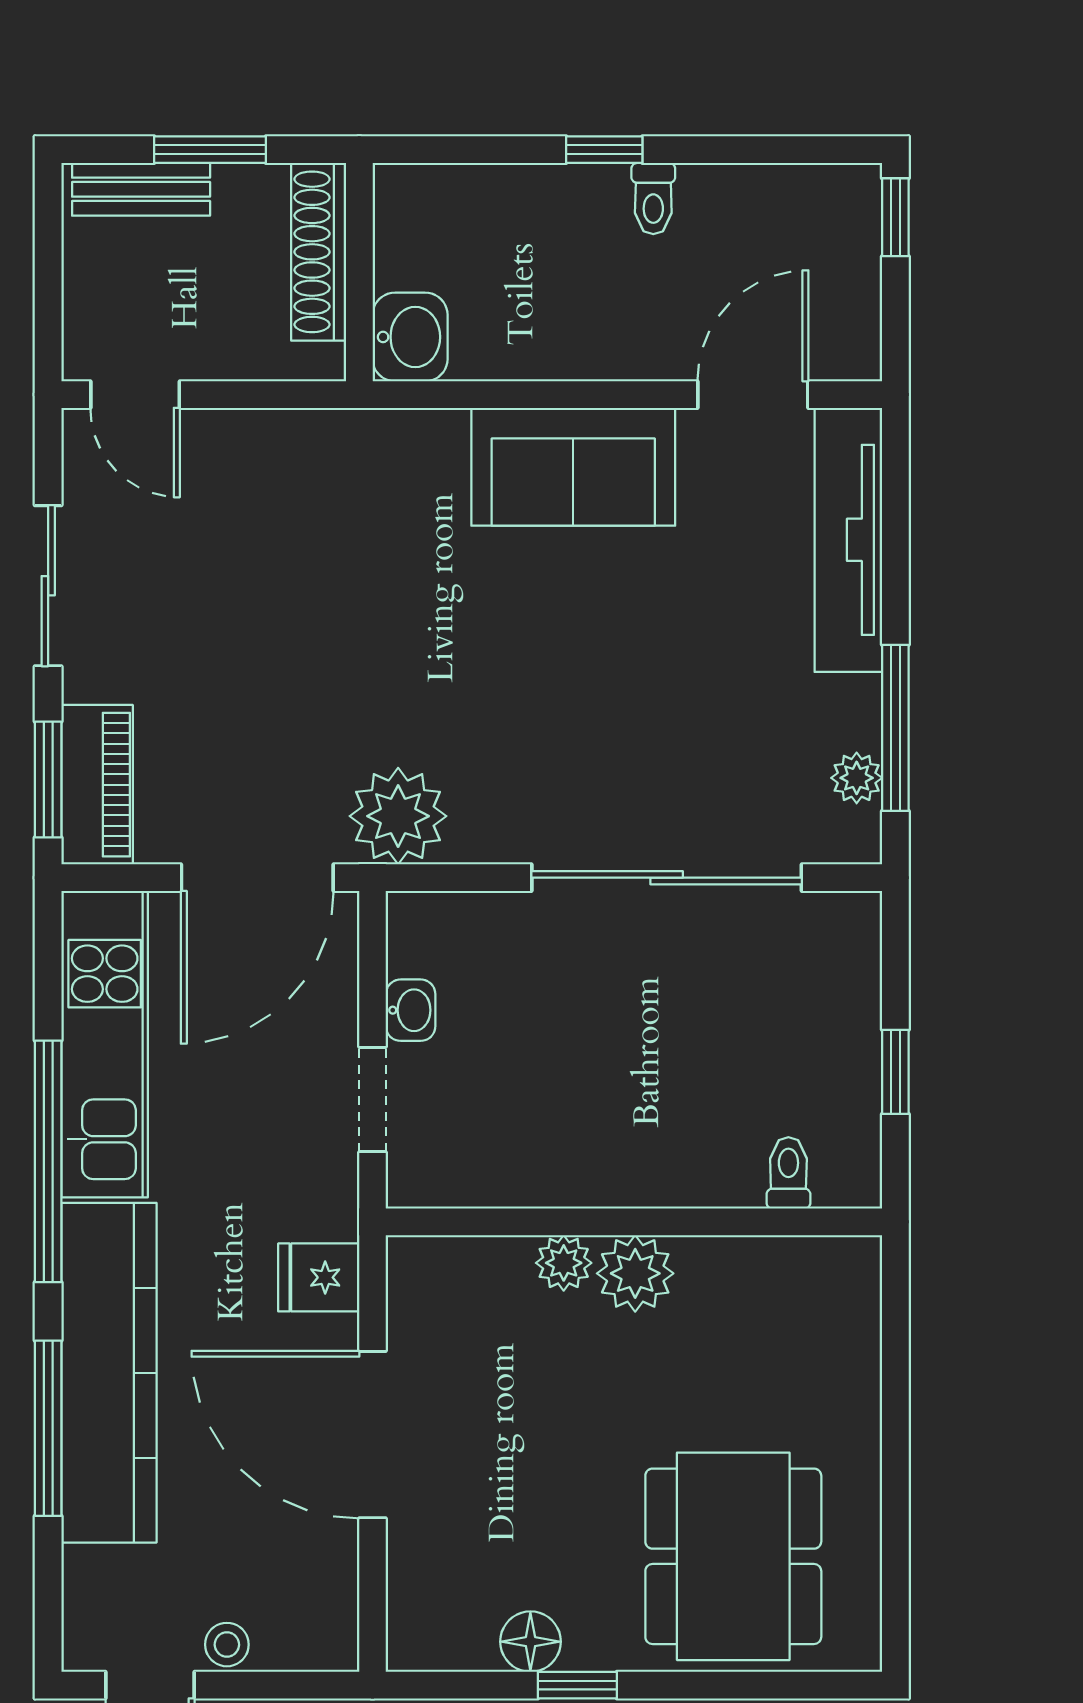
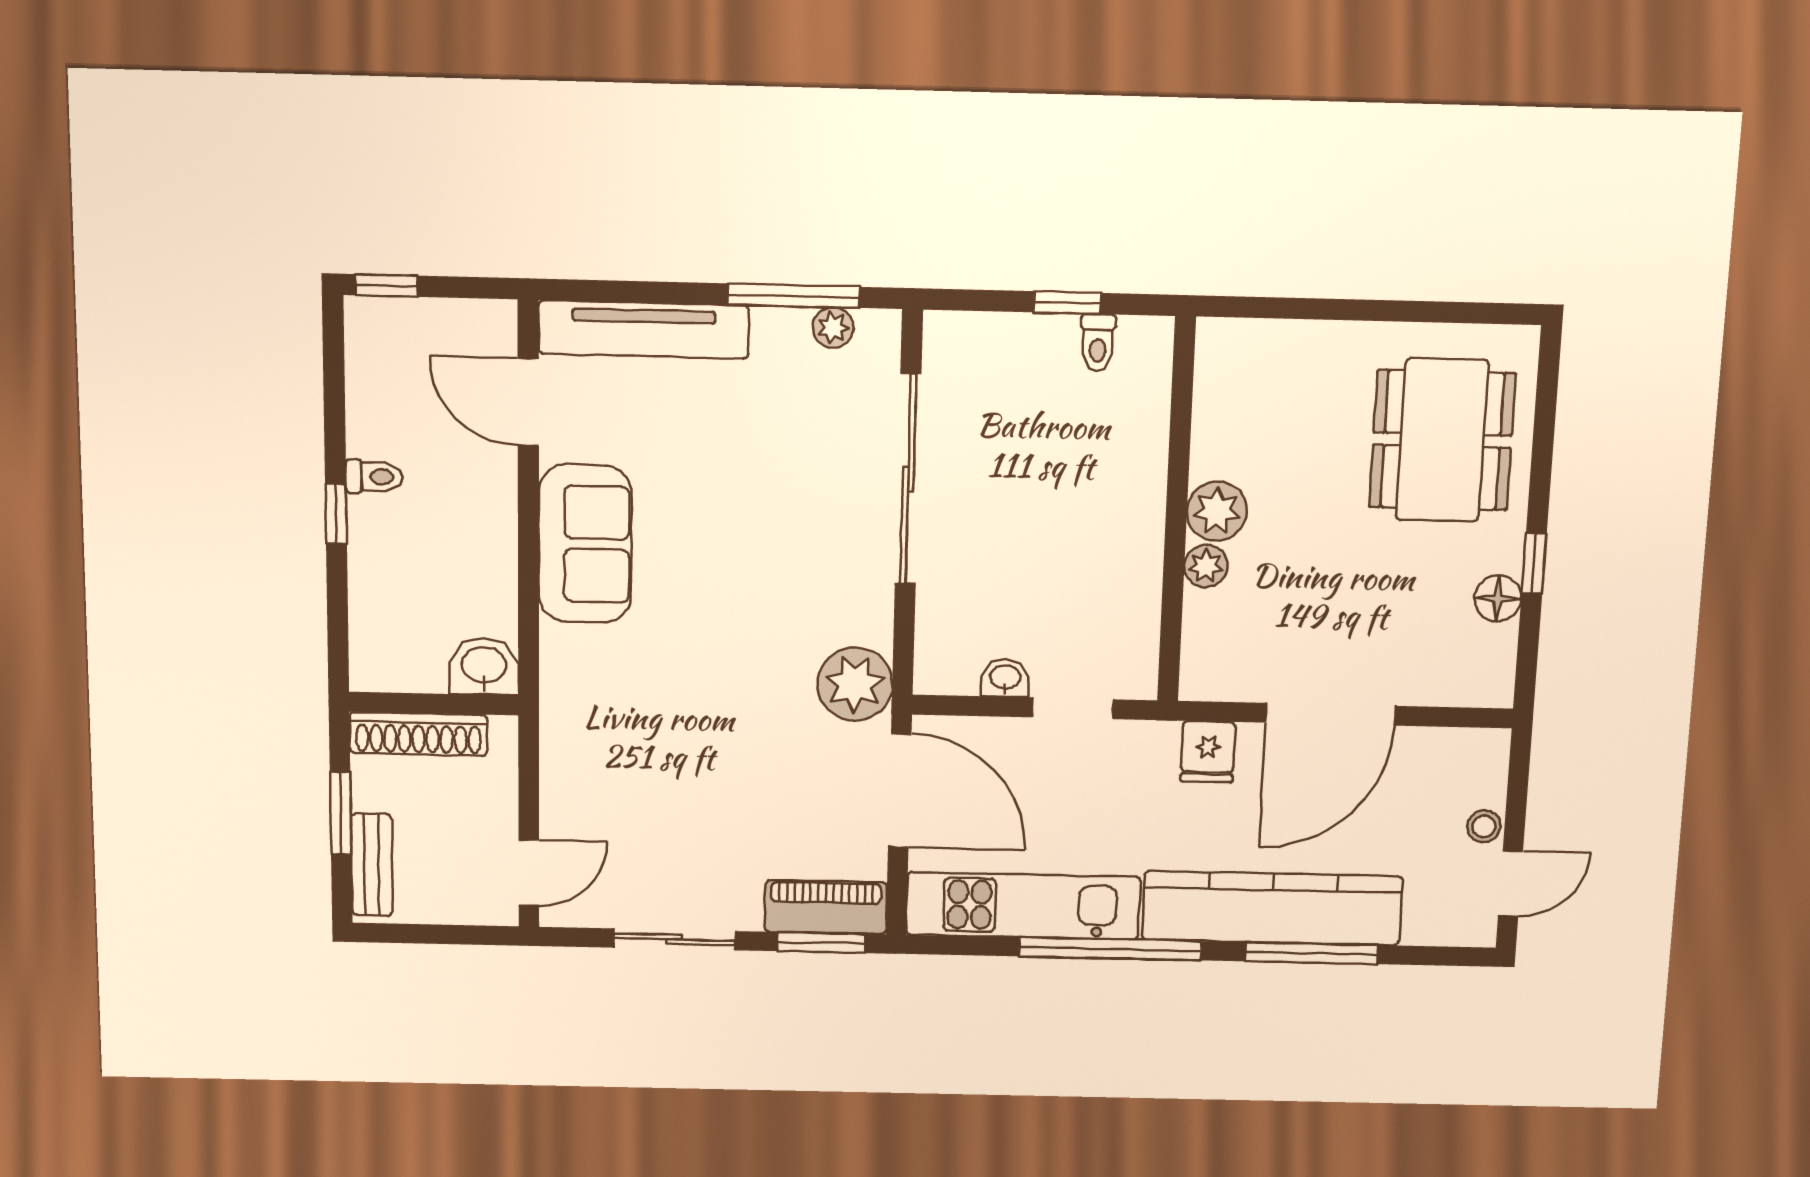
toilet: (788, 1173) -> (1098, 342), moved, turned -90
dining table: (733, 1556) -> (1442, 440), turned 90

